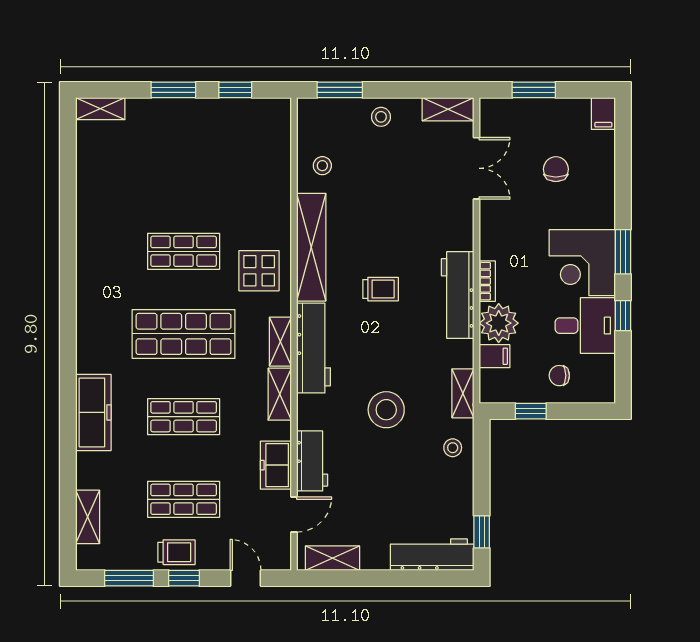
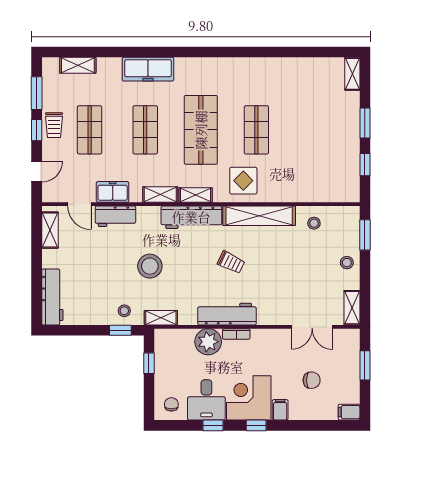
window: (623, 252) -> (256, 425), width x0.67
trolley: (381, 289) -> (231, 262), turned -64
filing cabinet: (494, 356) -> (280, 410), moved, turned 180
chair: (559, 376) -> (171, 404), moved
window: (482, 532) -> (120, 330), moved

